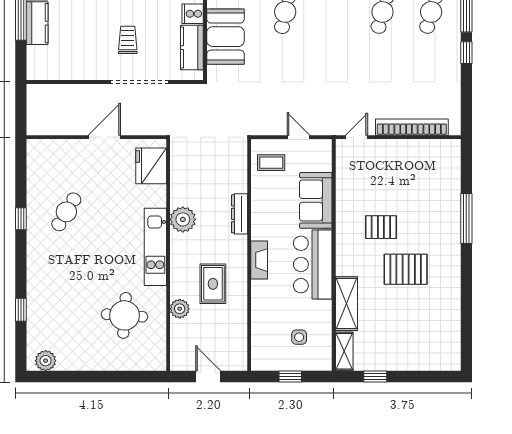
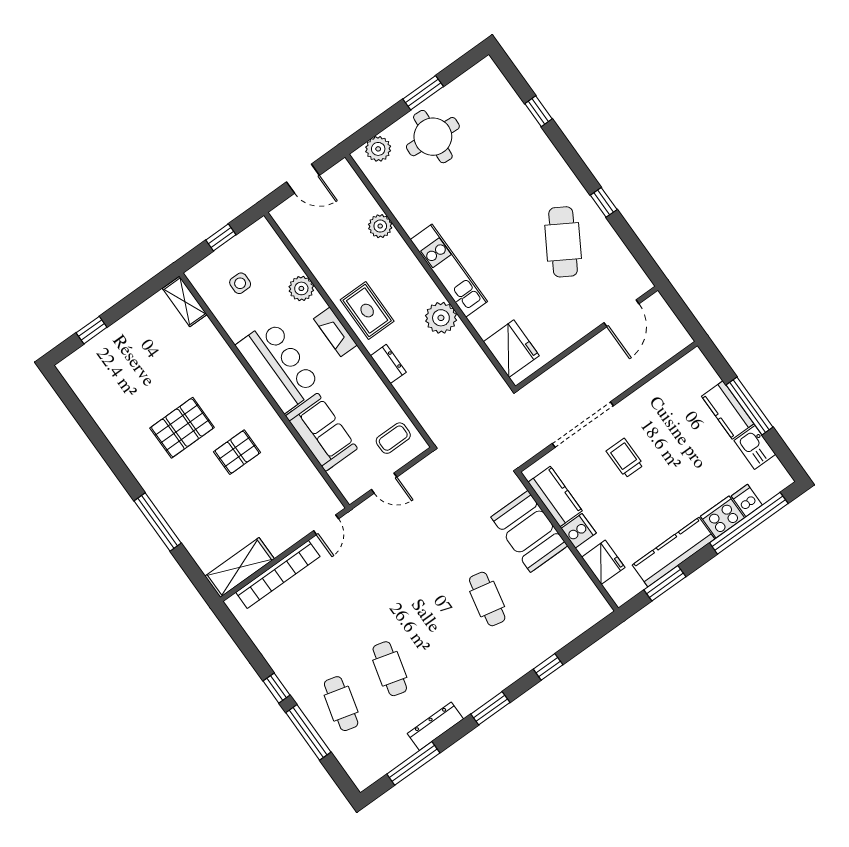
trolley: (128, 40) -> (625, 458), turned 180
door: (104, 137) -> (621, 313), moved
cafe table: (66, 212) -> (563, 242), width x1.37, depth x1.35
dresser: (239, 214) -> (388, 364), width x0.70
rug: (213, 284) -> (367, 311), moved
shelving: (346, 304) -> (240, 568), moved, turned 90
plant: (261, 305) -> (301, 288), added
round table: (124, 315) -> (433, 137), moved
plant: (46, 361) -> (378, 149), moved
window: (88, 376) -> (423, 93), added
window: (375, 376) -> (92, 330), moved

